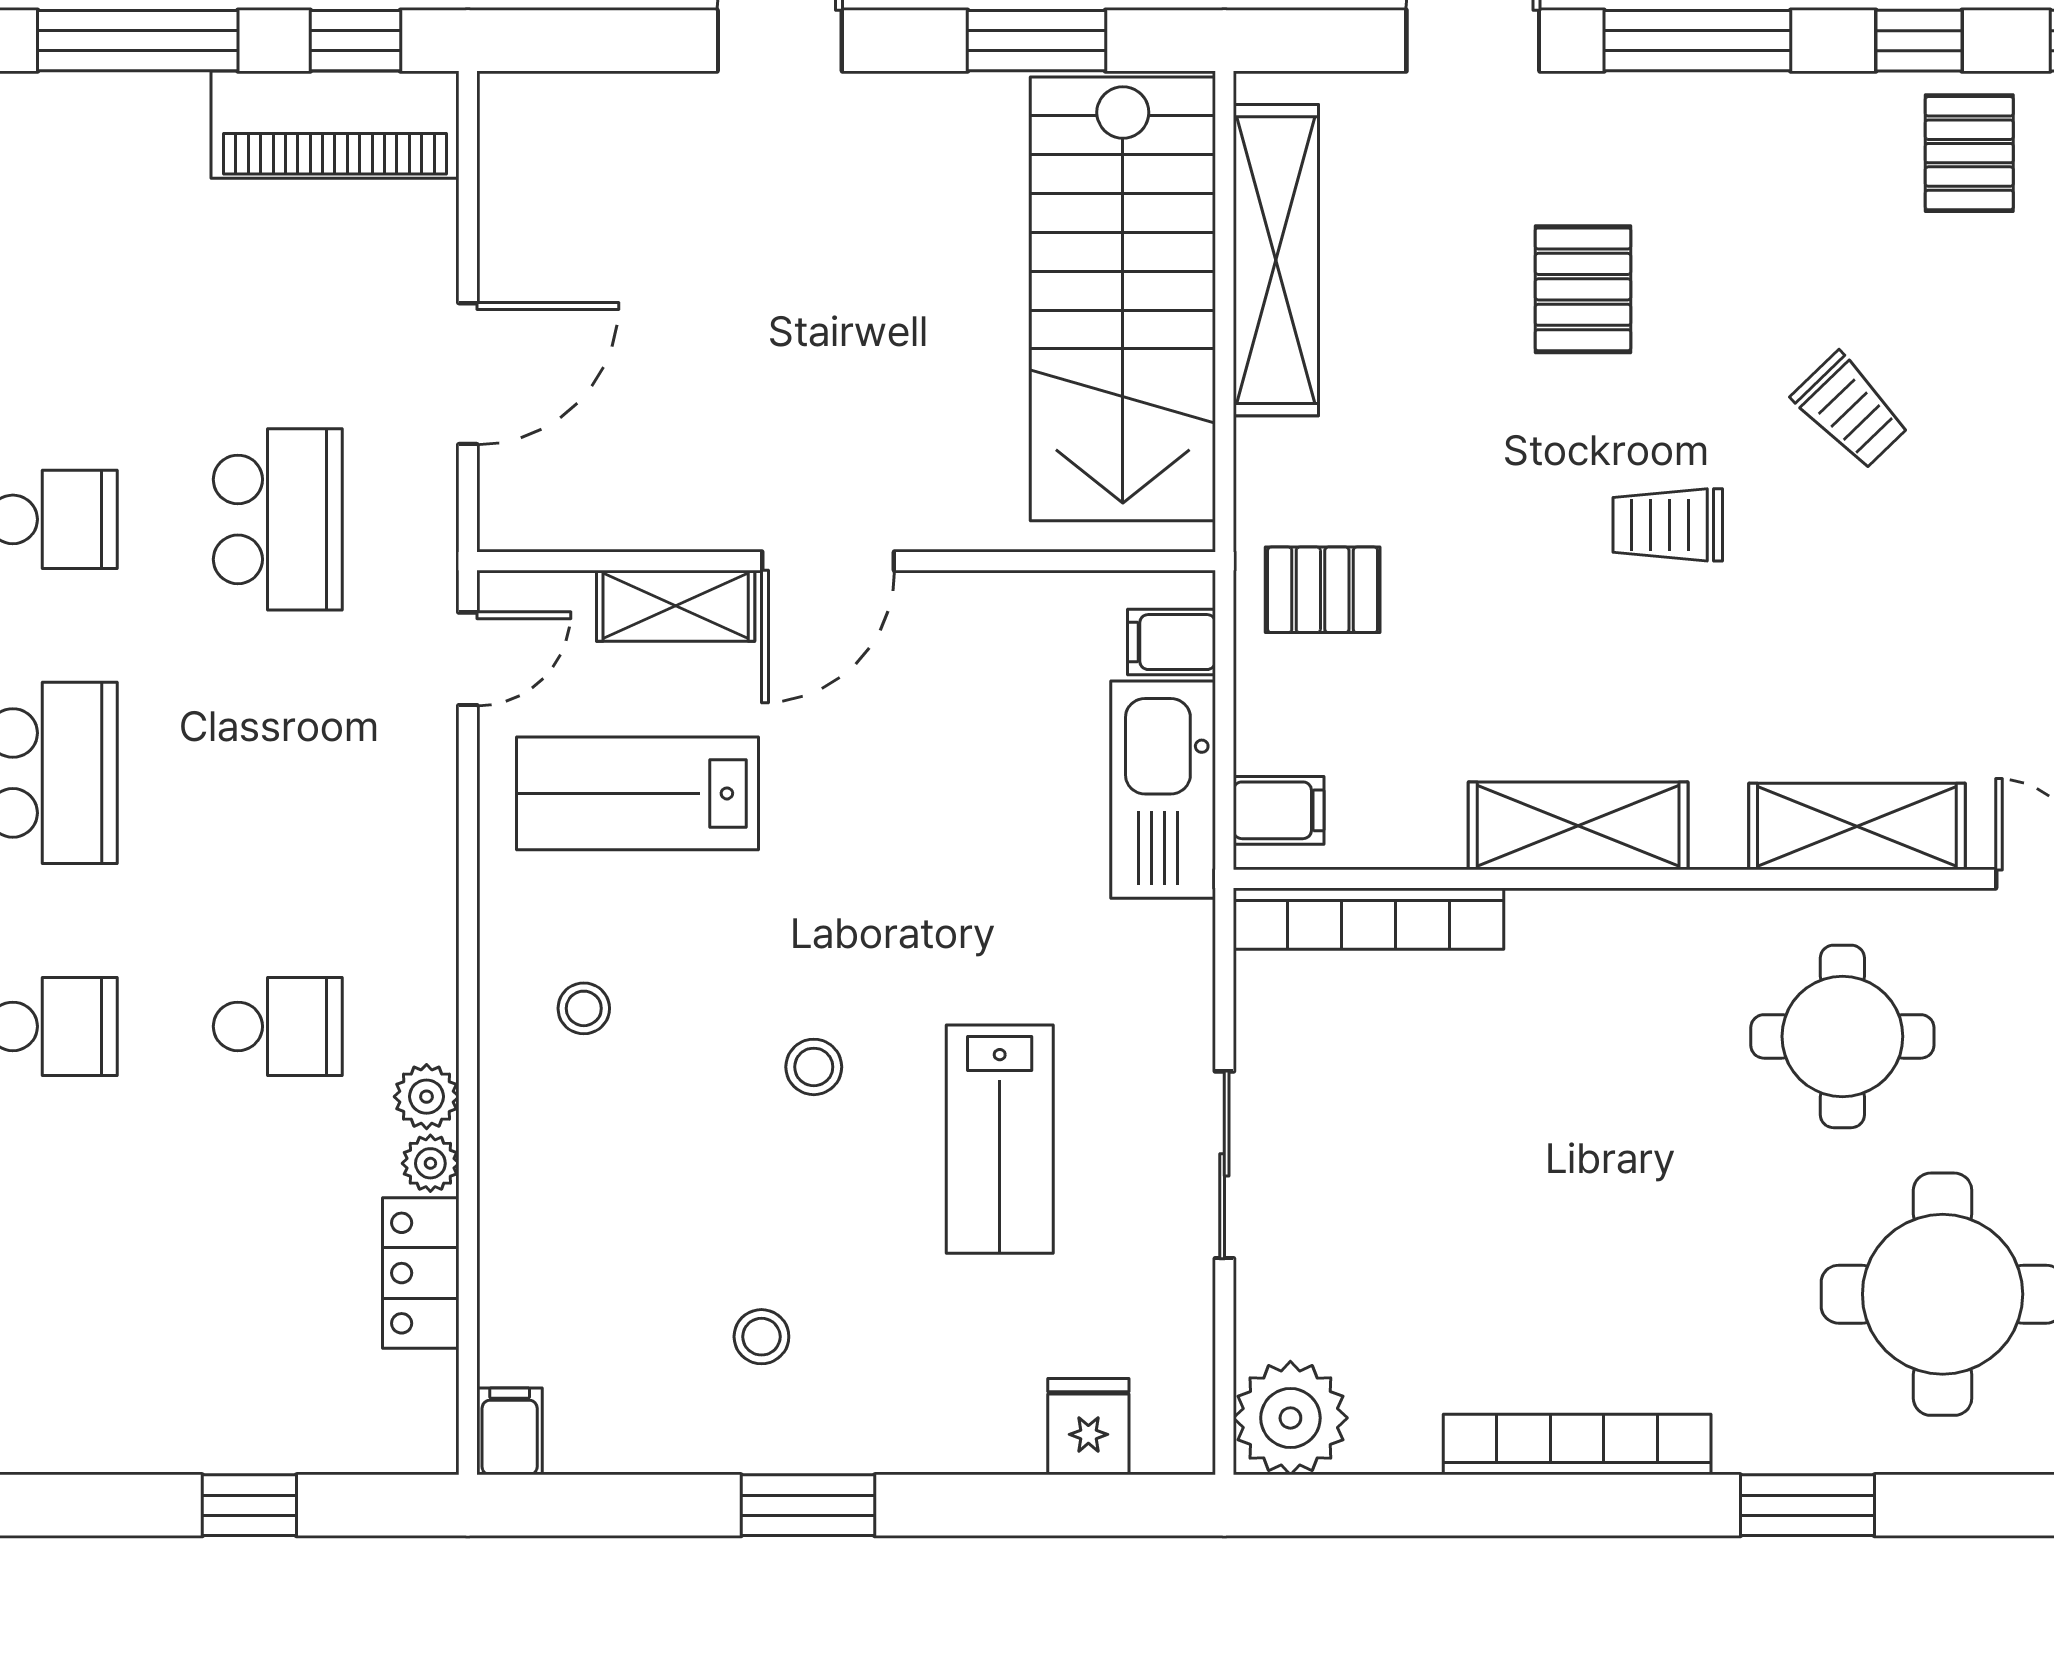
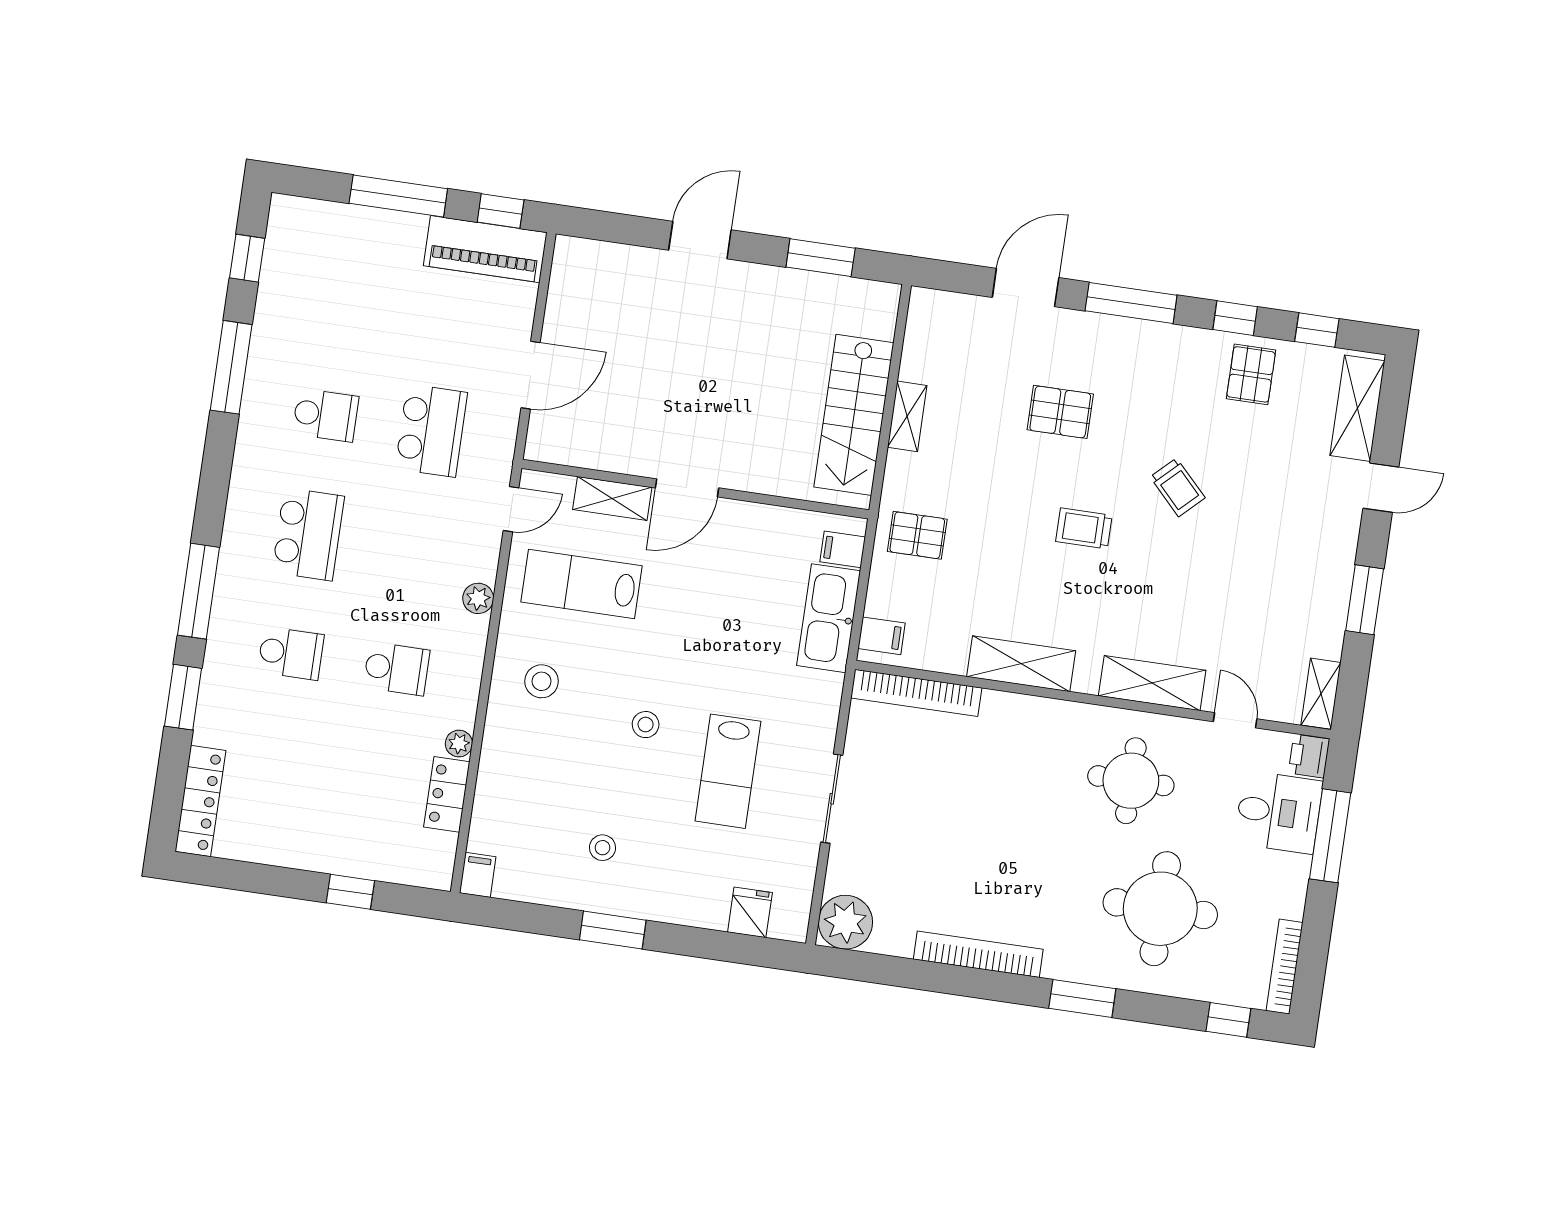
shelving: (1276, 260) -> (907, 416), width x0.45, depth x0.75
pallet: (1583, 289) -> (1060, 412), turned 90
stairs: (1123, 299) -> (854, 415), width x0.73, depth x0.66
stool: (584, 1008) -> (542, 681), width x1.37, depth x1.37
plant: (427, 1097) -> (478, 598), moved

